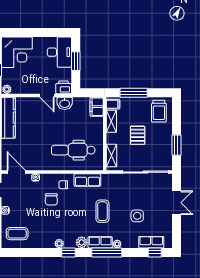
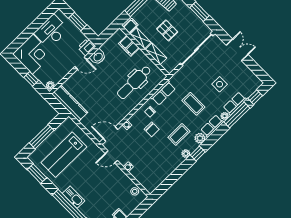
desk: (59, 52) -> (51, 31), moved, turned -90
filing cabinet: (97, 107) -> (129, 46), moved
shelving: (111, 156) -> (156, 54), moved
coffee table: (17, 234) -> (179, 134), moved
row of seats: (151, 242) -> (235, 104), moved
window: (107, 252) -> (237, 115), moved

